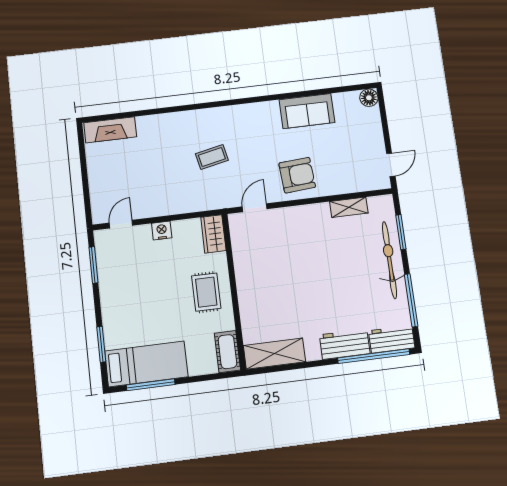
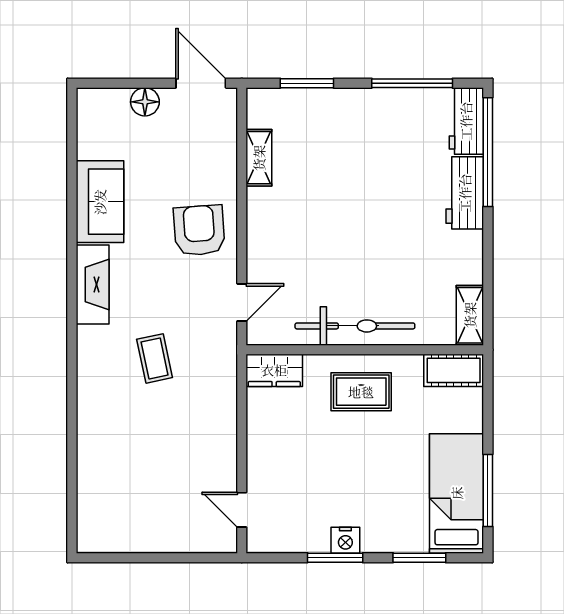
floor lamp: (369, 98) -> (145, 102), moved
fireplace: (110, 130) -> (93, 285), moved
door: (391, 165) -> (201, 83), width x1.38
door: (255, 208) -> (242, 302), swing flipped
nightstand: (162, 231) -> (345, 540), moved, turned -90
bicycle: (389, 260) -> (355, 326), moved, turned 180
window: (93, 265) -> (335, 558), moved
shelving: (274, 354) -> (470, 315), width x0.67, depth x0.75

